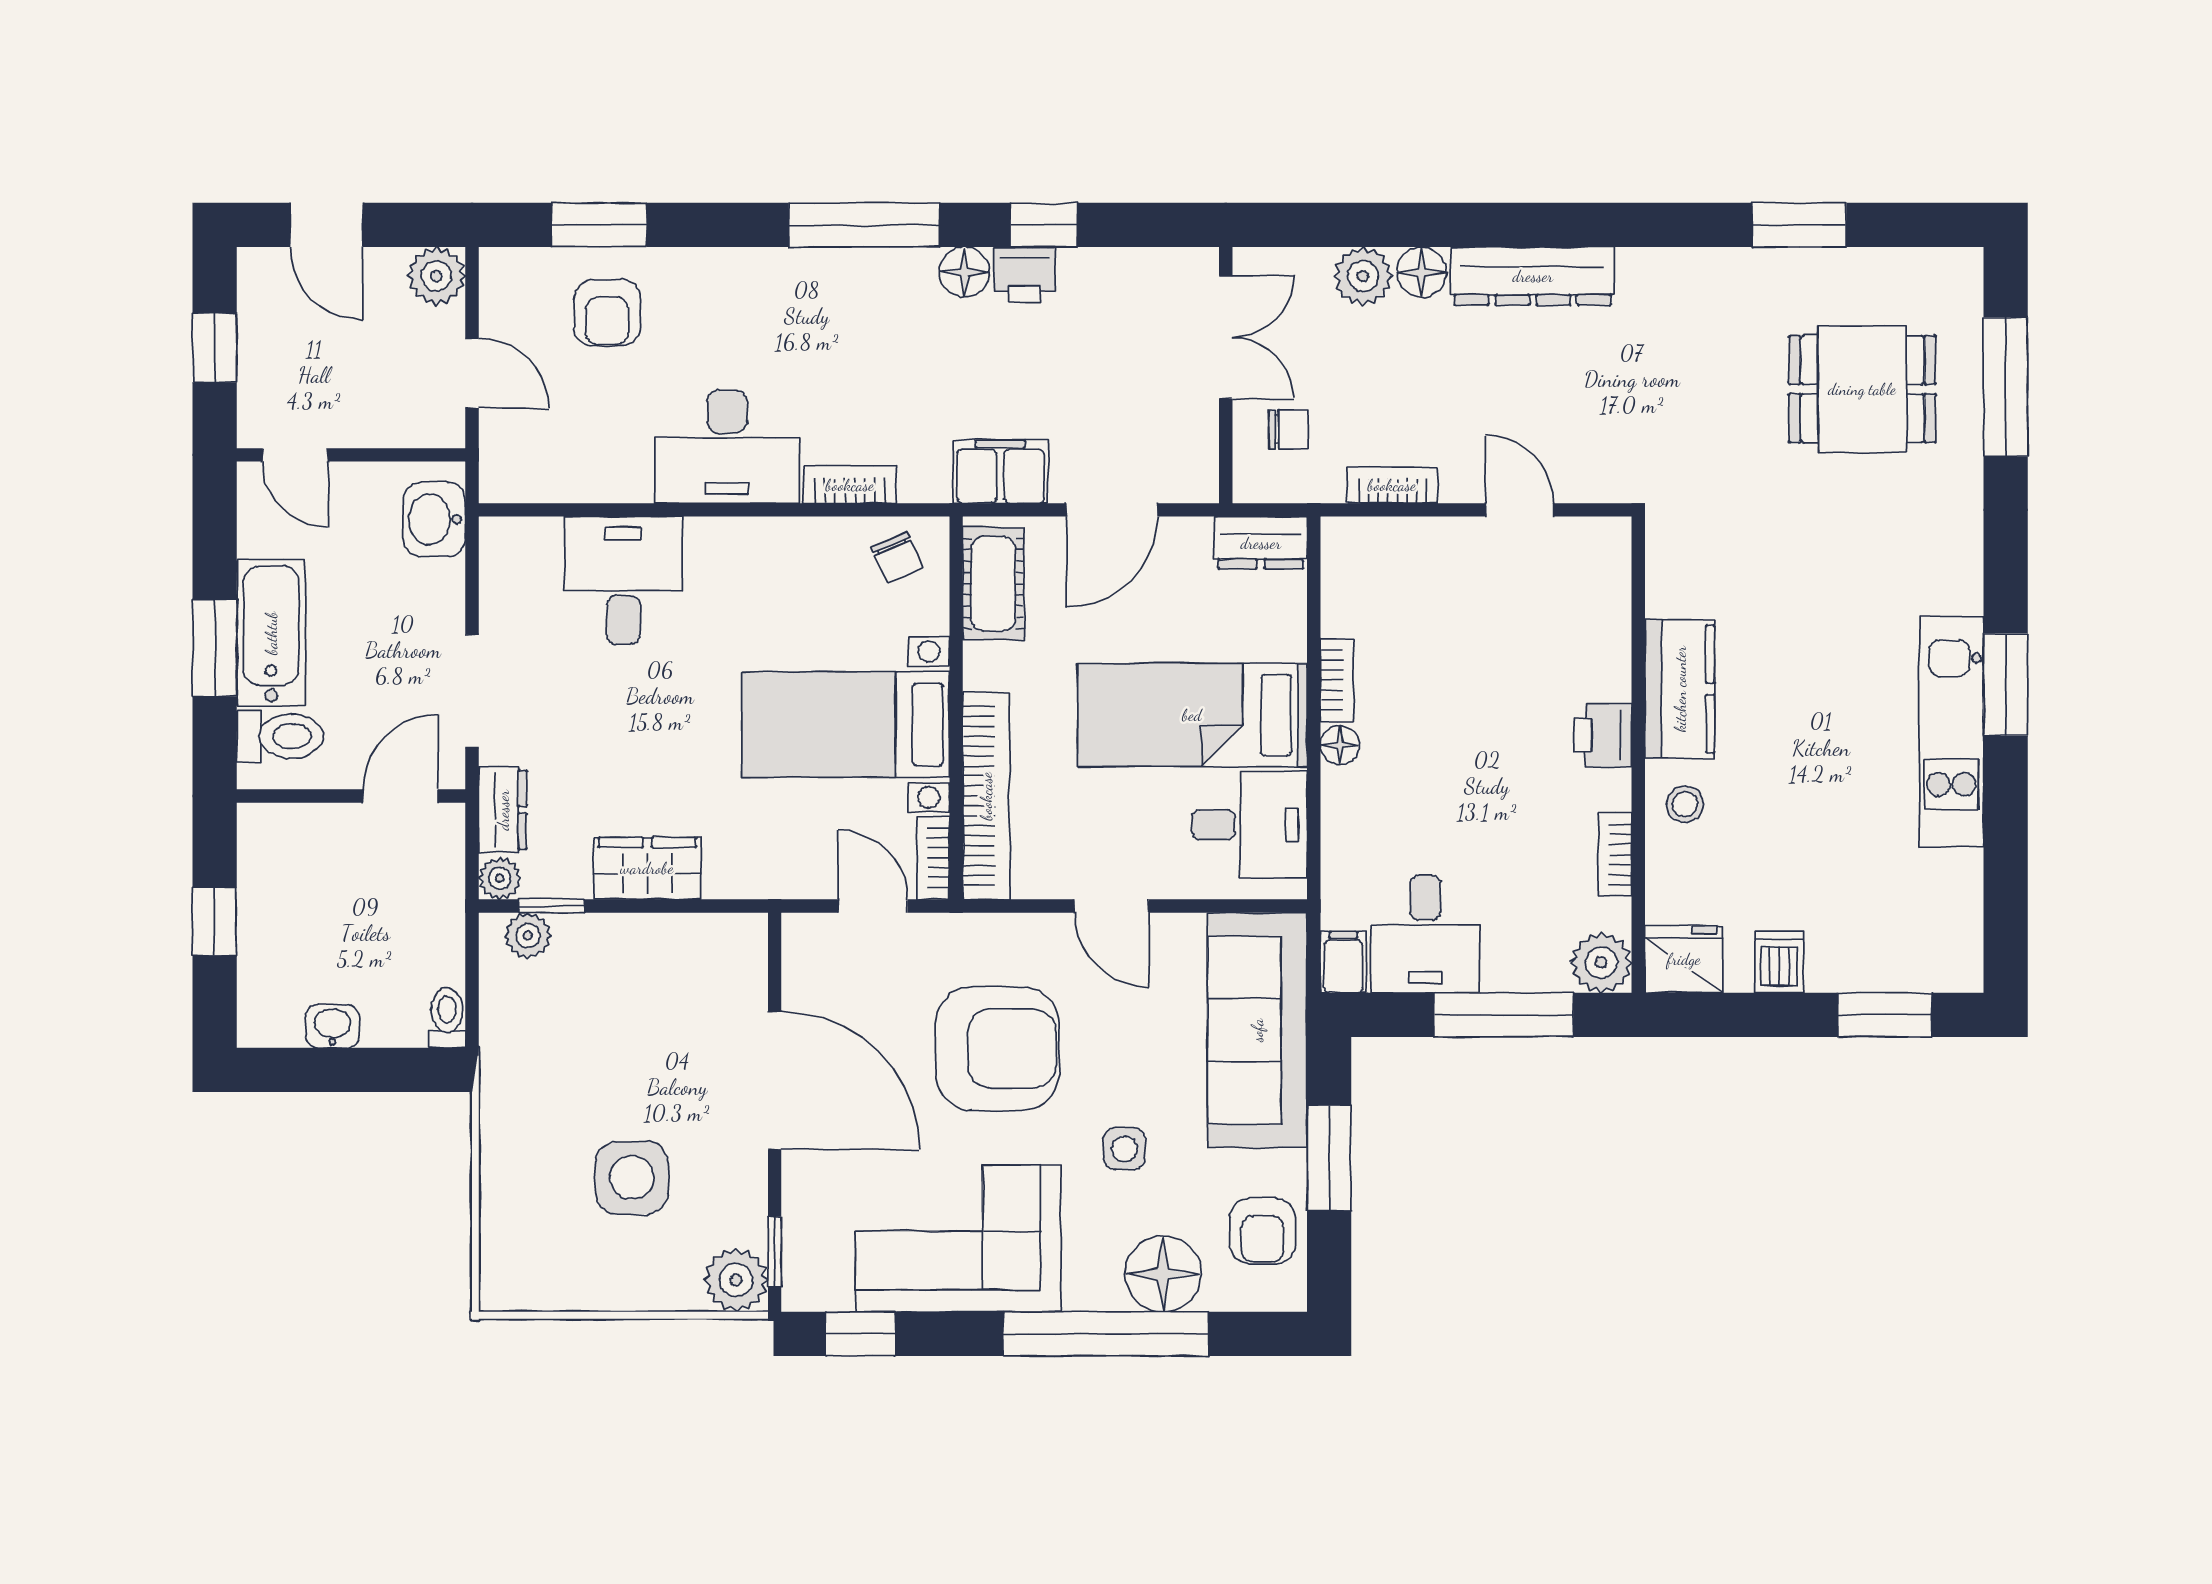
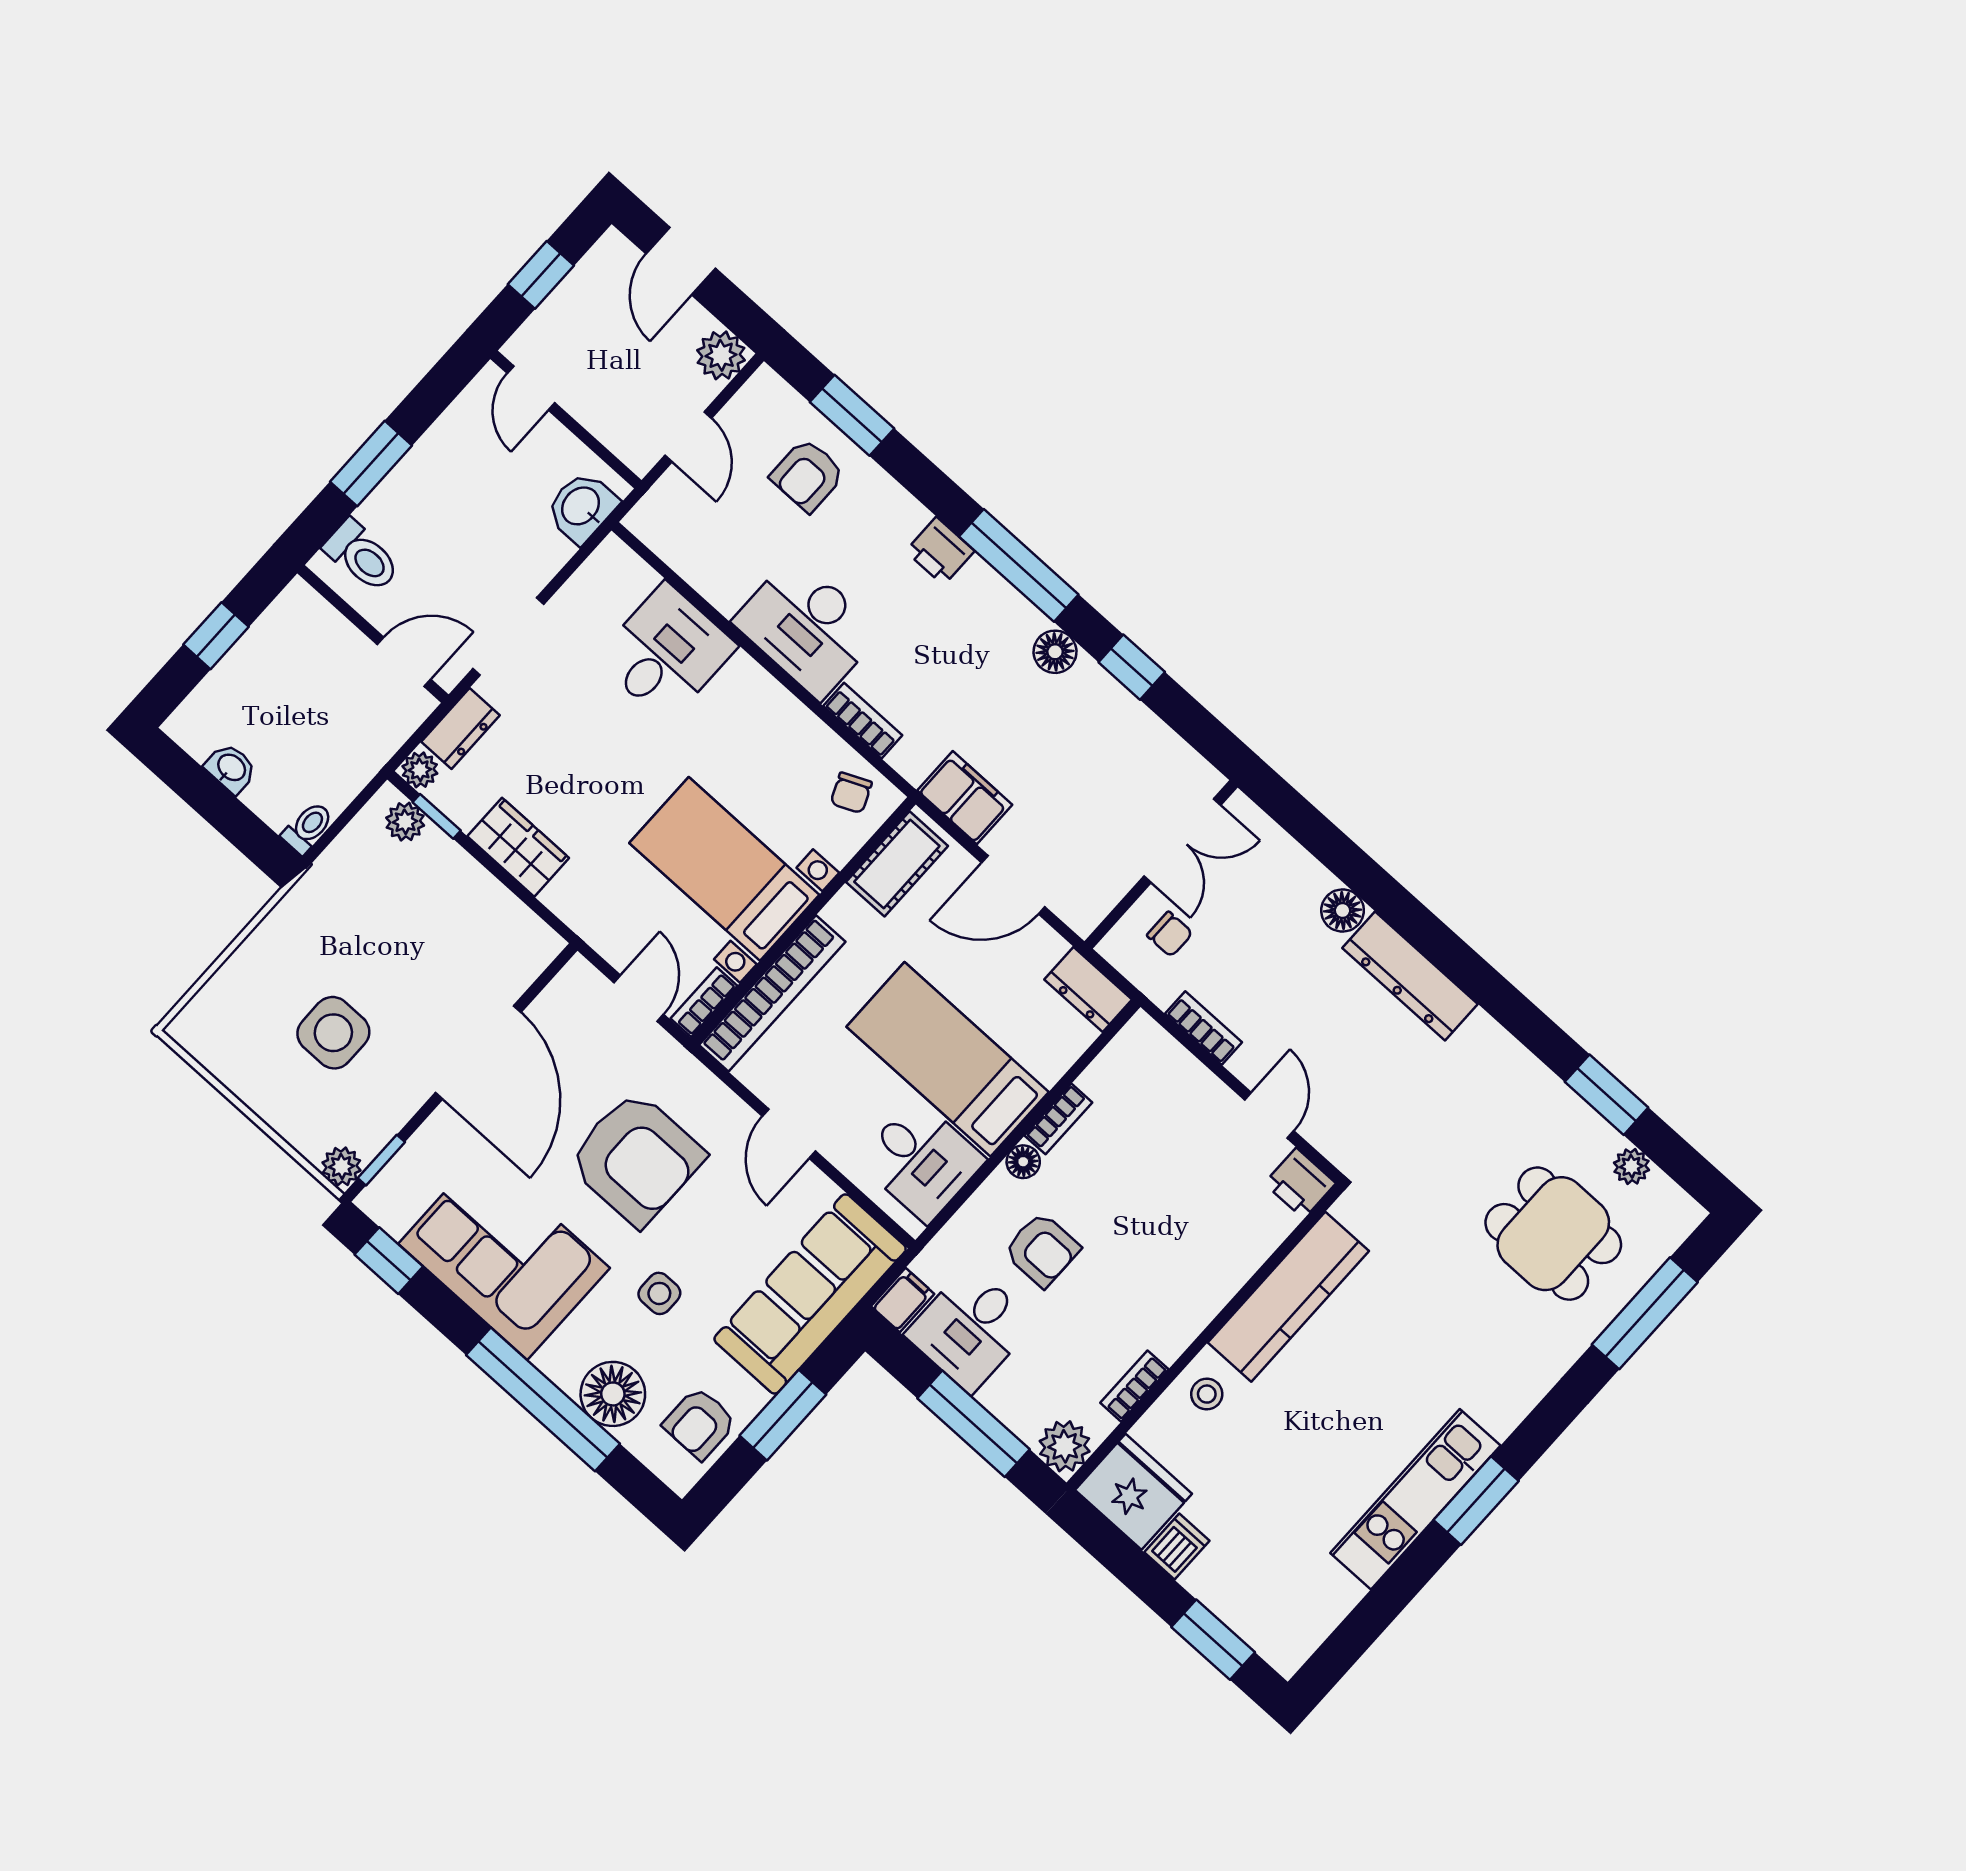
printer: (1024, 275) -> (940, 551), moved
plant: (1363, 276) -> (1631, 1166), moved, width x0.73, depth x0.73
bathtub: (271, 633) -> (415, 486), removed
kitchen counter: (1680, 689) -> (1288, 1297), width x1.50
printer: (1603, 735) -> (1300, 1183), moved, turned -90
armchair: (1426, 808) -> (1042, 1250), added
fridge: (1684, 959) -> (1133, 1492), width x1.36, depth x1.34
plant: (736, 1280) -> (342, 1167), width x0.73, depth x0.73

